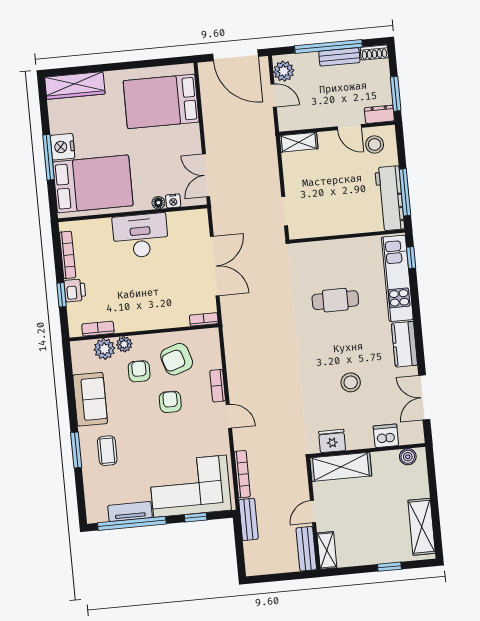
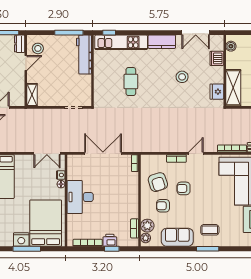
workbench: (390, 198) -> (84, 55), moved, turned 90
plant: (124, 344) -> (146, 238), moved

